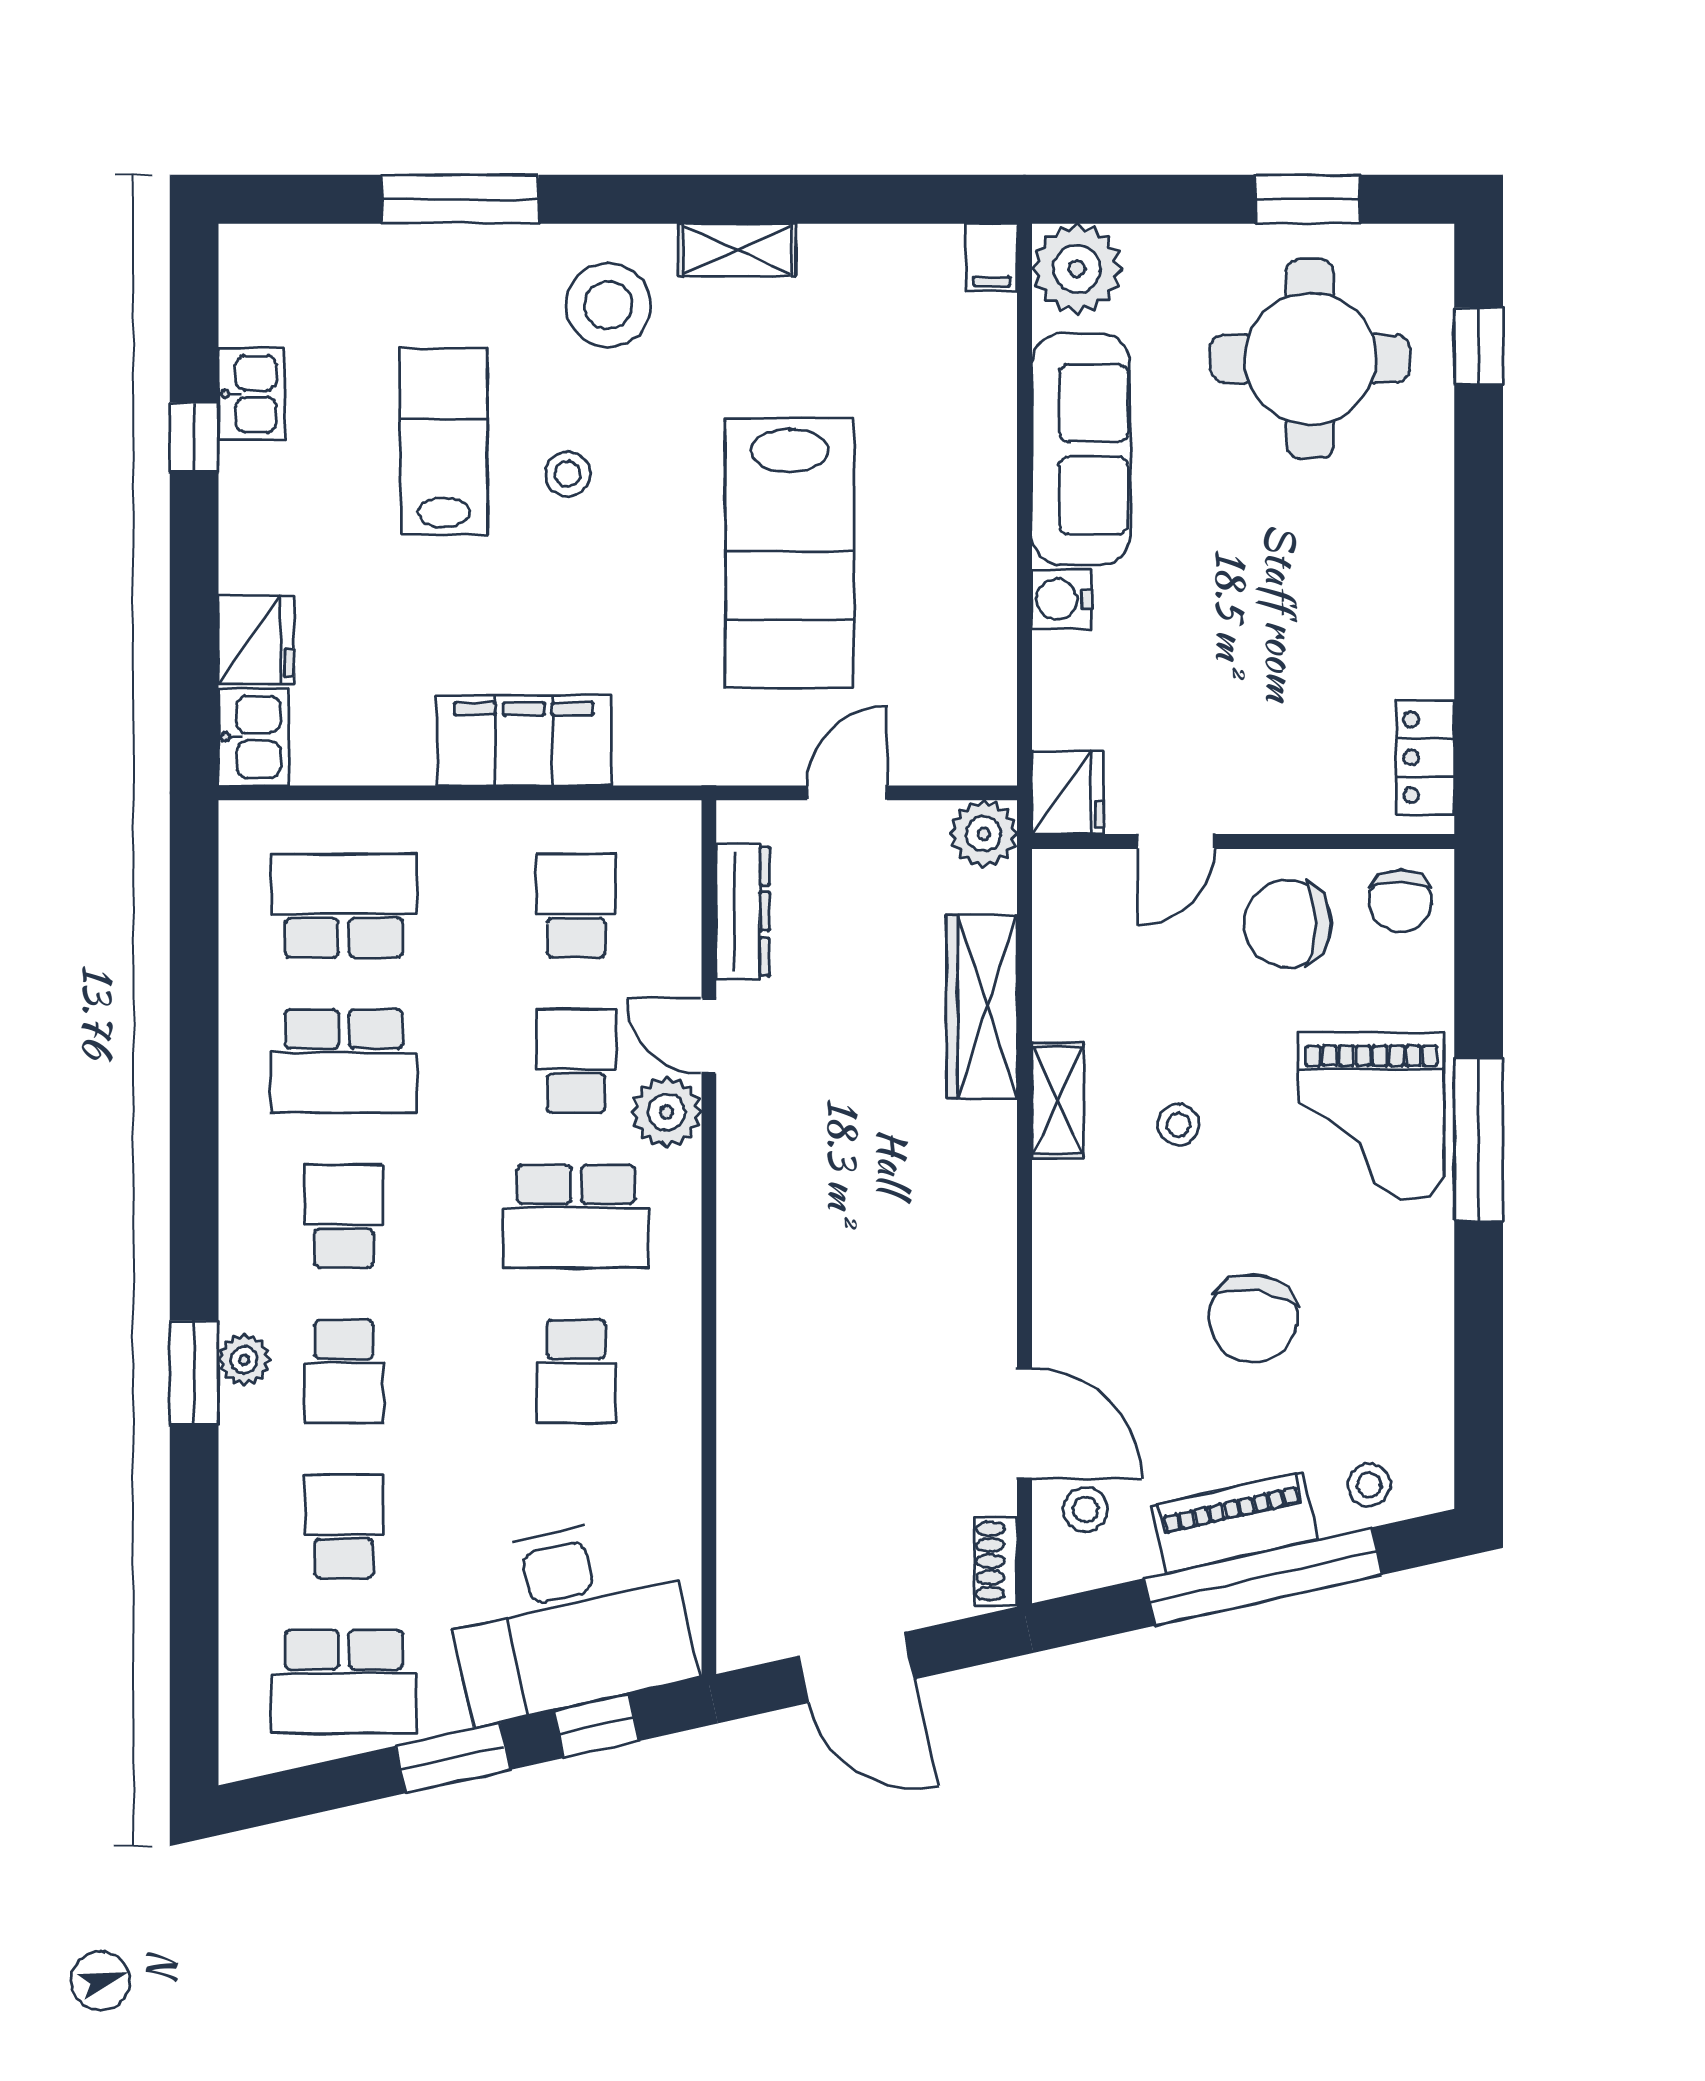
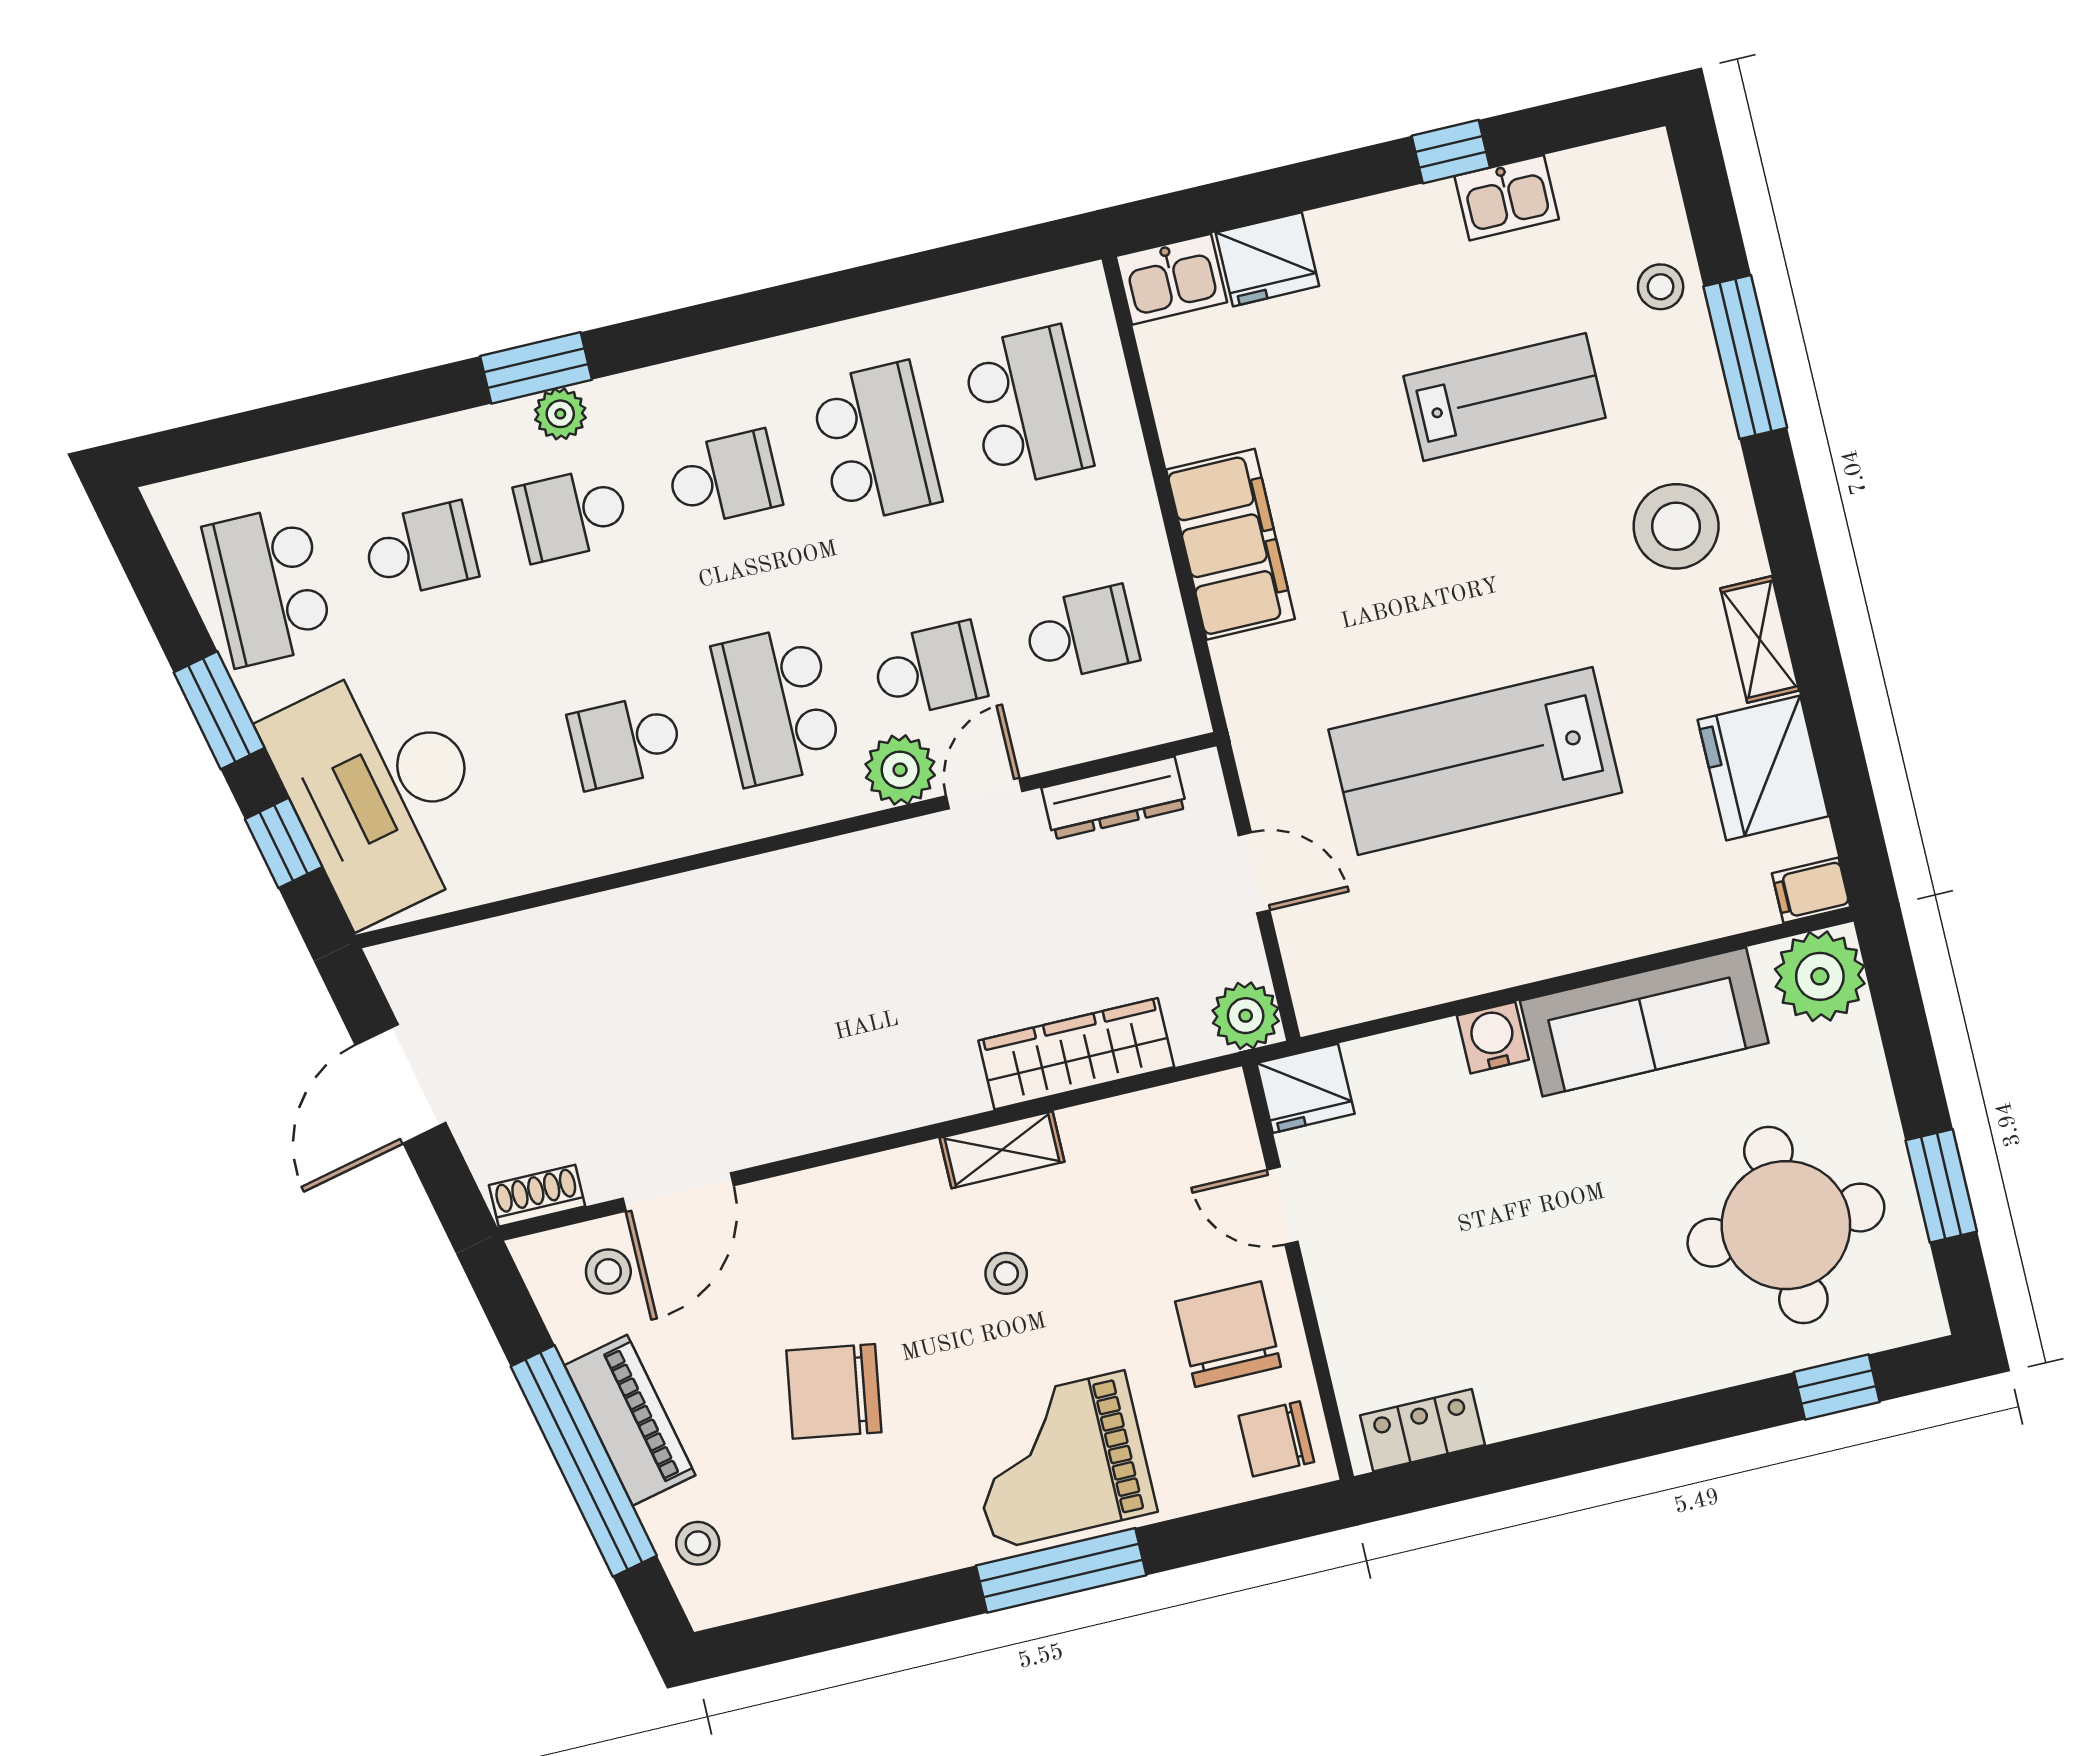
fridge: (862, 276) -> (1763, 768), added
stool: (568, 474) -> (1661, 287), moved
school desk: (344, 1061) -> (875, 442), turned 180

